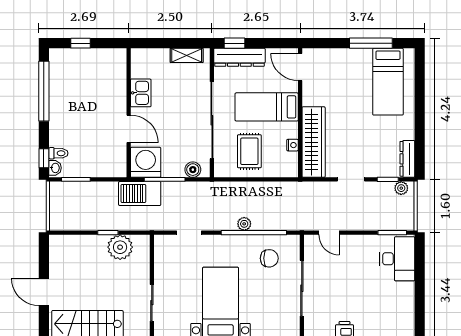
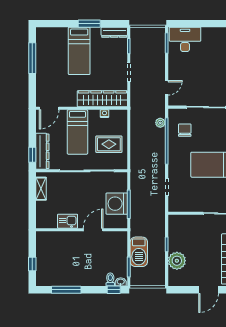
bed: (388, 82) -> (79, 51), moved, turned 90
window: (44, 91) -> (66, 290), width x0.68
window: (420, 123) -> (89, 24), added
washing machine: (146, 162) -> (117, 204), moved
boiler: (193, 170) -> (122, 184), removed
plant: (401, 188) -> (135, 37), removed
barbecue: (140, 193) -> (139, 252), moved
plant: (244, 224) -> (160, 123), moved
plant: (120, 247) -> (177, 261), moved

